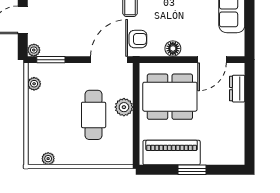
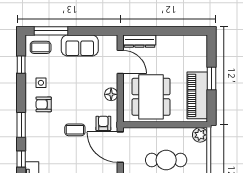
dresser: (237, 89) -> (139, 41), width x1.44
plant: (124, 107) -> (200, 135), moved

